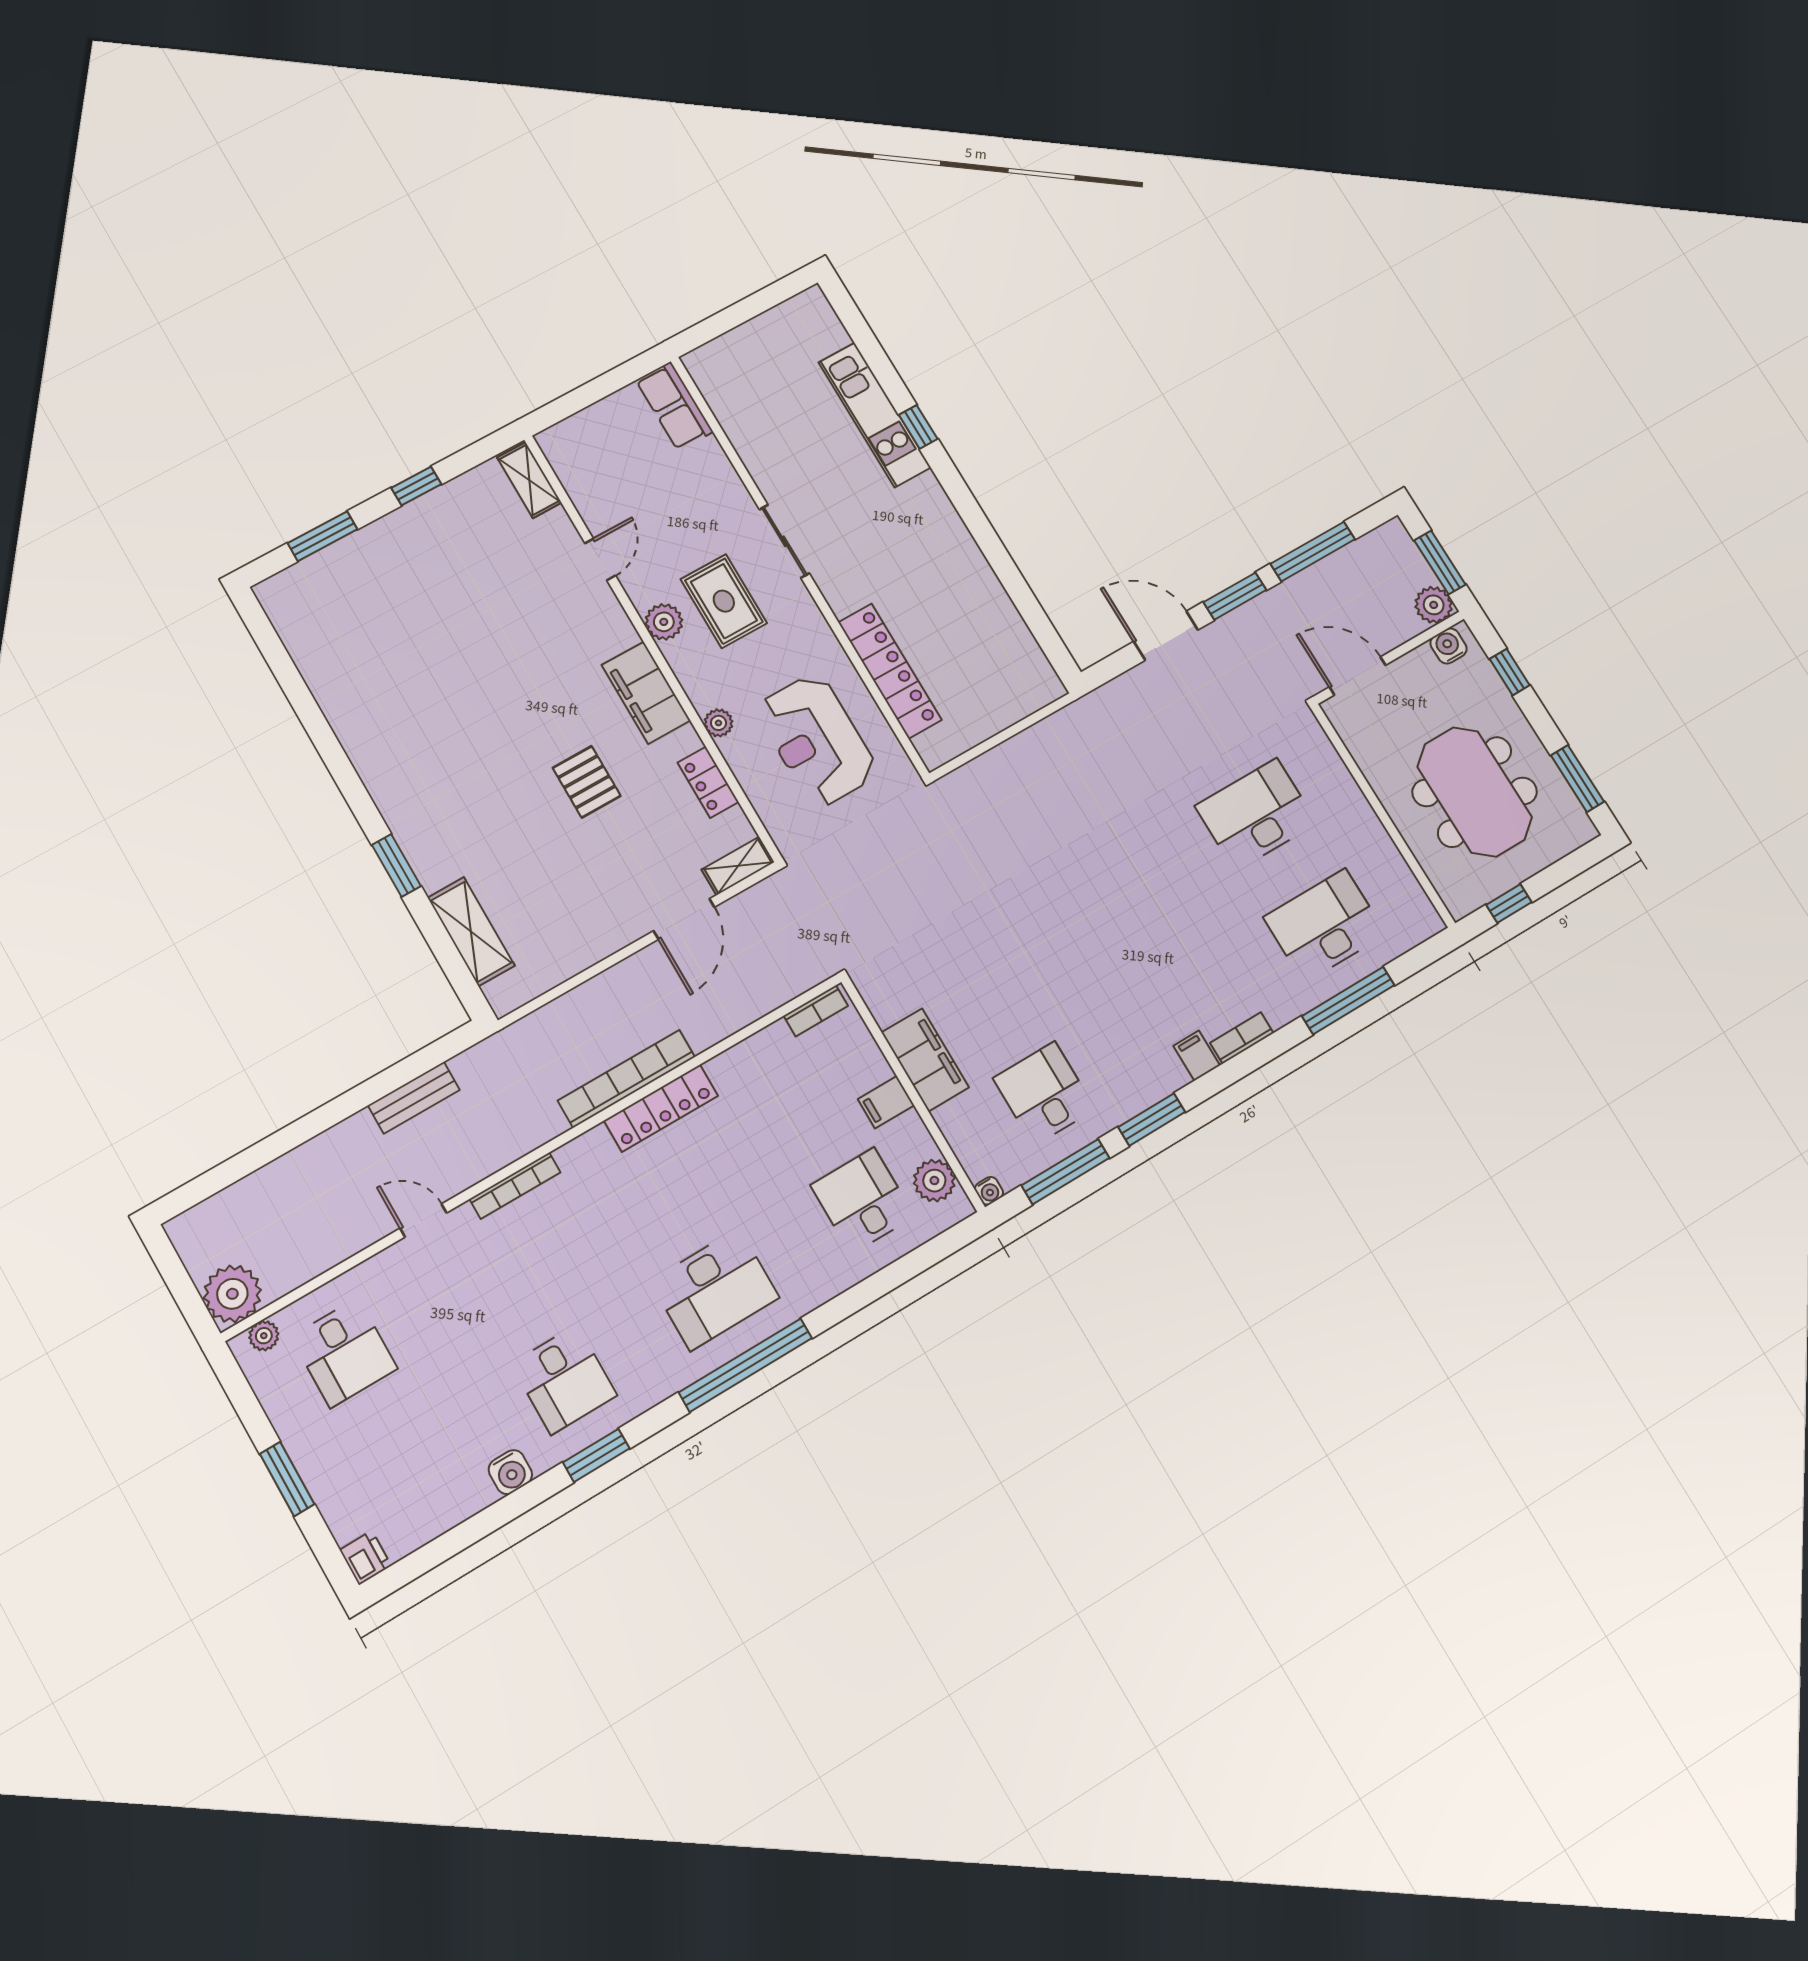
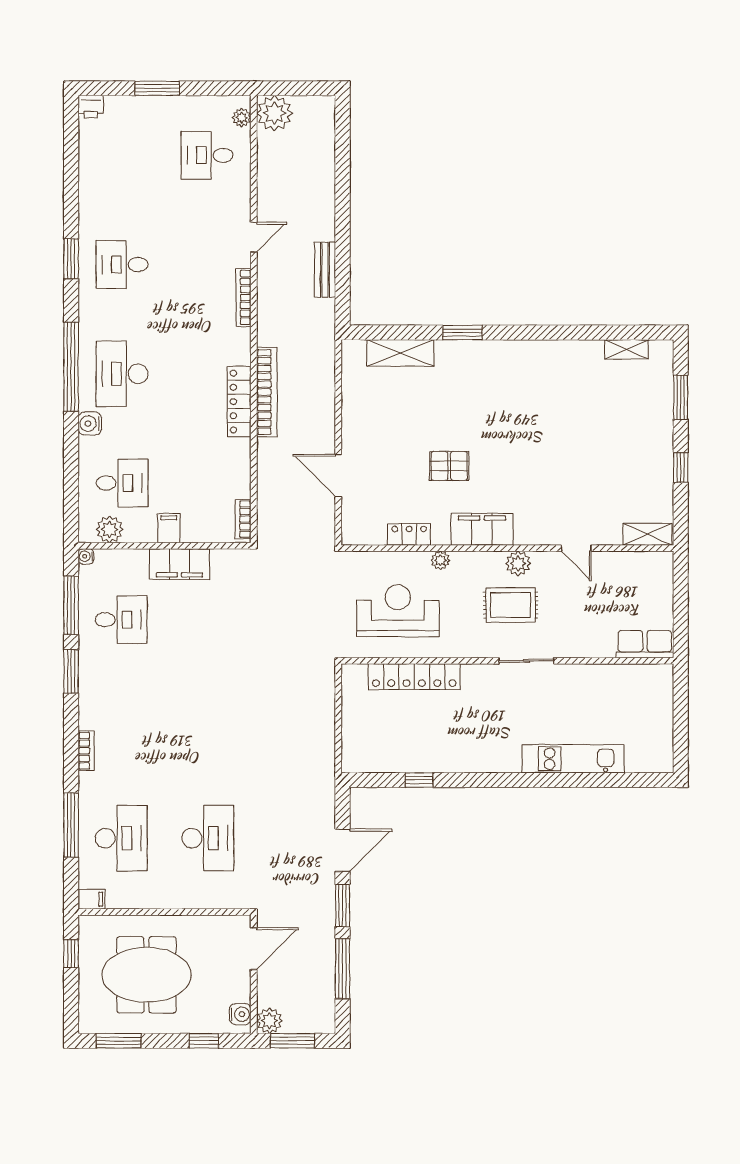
window: (918, 427) -> (419, 780), moved
shelving: (738, 866) -> (626, 349), moved, turned 90
filing cabinet: (1197, 1056) -> (91, 899), moved
water cooler: (510, 1472) -> (90, 424), moved

